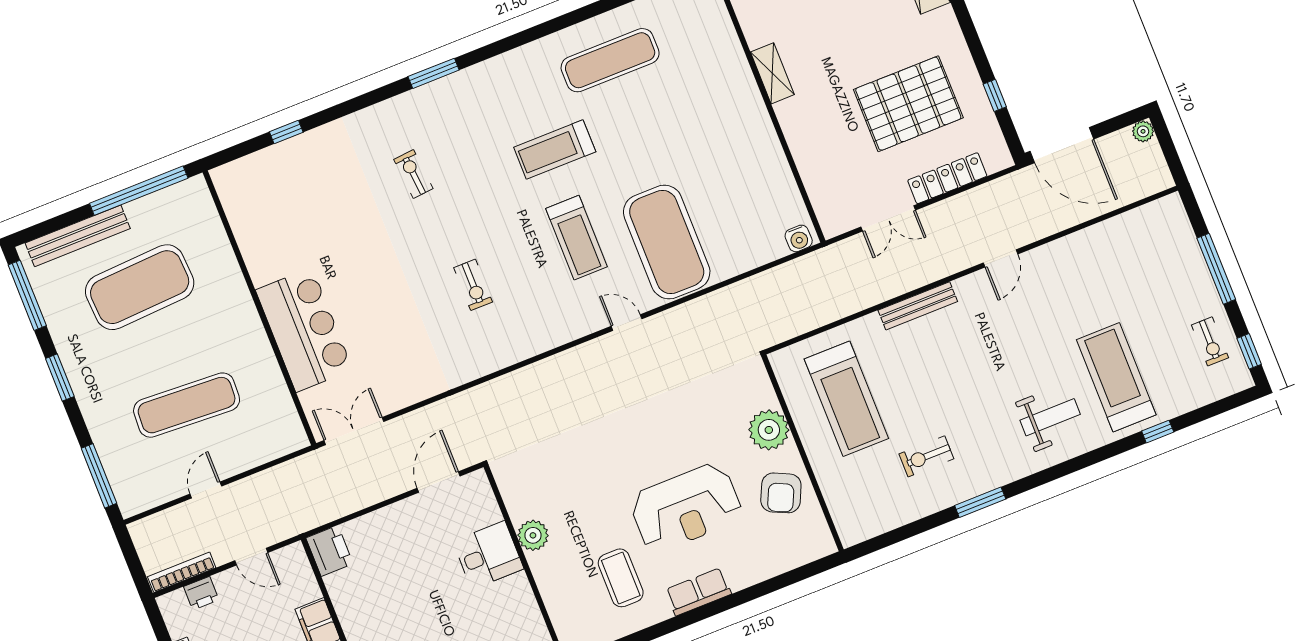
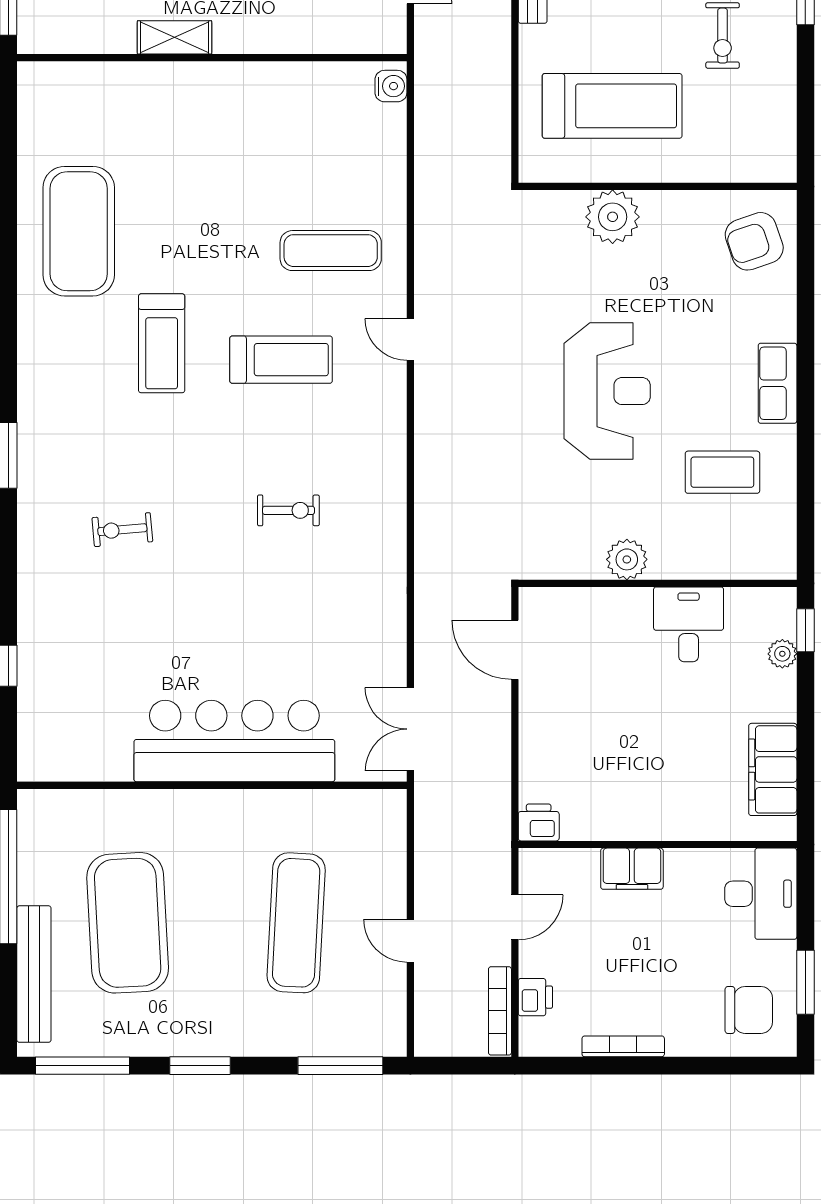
exercise mat: (610, 60) -> (79, 231), width x1.47
exercise mat: (667, 242) -> (331, 251), width x0.50, depth x0.69
door: (627, 323) -> (410, 340), hinge flipped
bar counter: (304, 330) -> (234, 741), width x1.36
armchair: (781, 493) -> (754, 241), moved, turned 136
reception desk: (686, 508) -> (607, 391), moved
printer: (330, 551) -> (539, 822), width x0.73, depth x0.81
desk: (488, 555) -> (689, 624), moved

